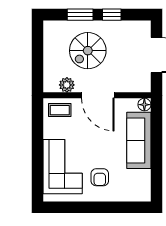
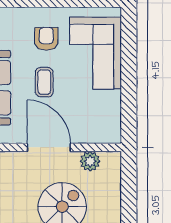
coffee table: (60, 110) -> (44, 82), moved, turned 90

